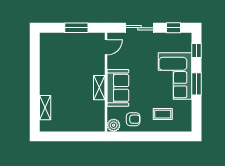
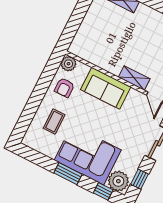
plant: (183, 43) -> (118, 181), added
shelving: (99, 88) -> (134, 78), moved

